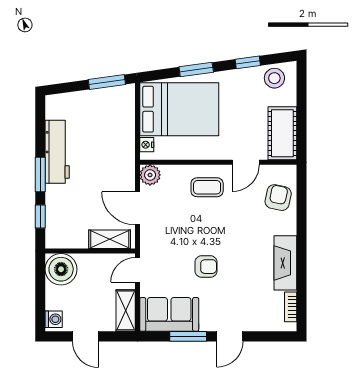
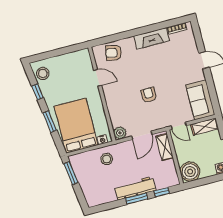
cot: (282, 133) -> (75, 60), removed
stool: (115, 144) -> (107, 159), added
workbench: (57, 152) -> (135, 188), moved
coffee table: (207, 187) -> (118, 97), removed
armchair: (206, 267) -> (149, 95), moved
window: (188, 336) -> (211, 85), removed

